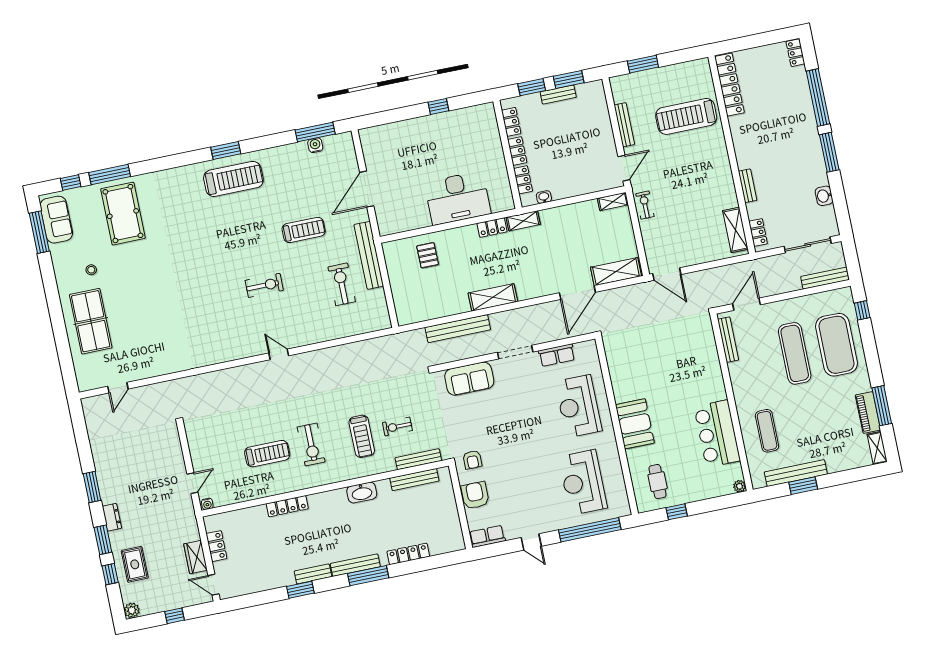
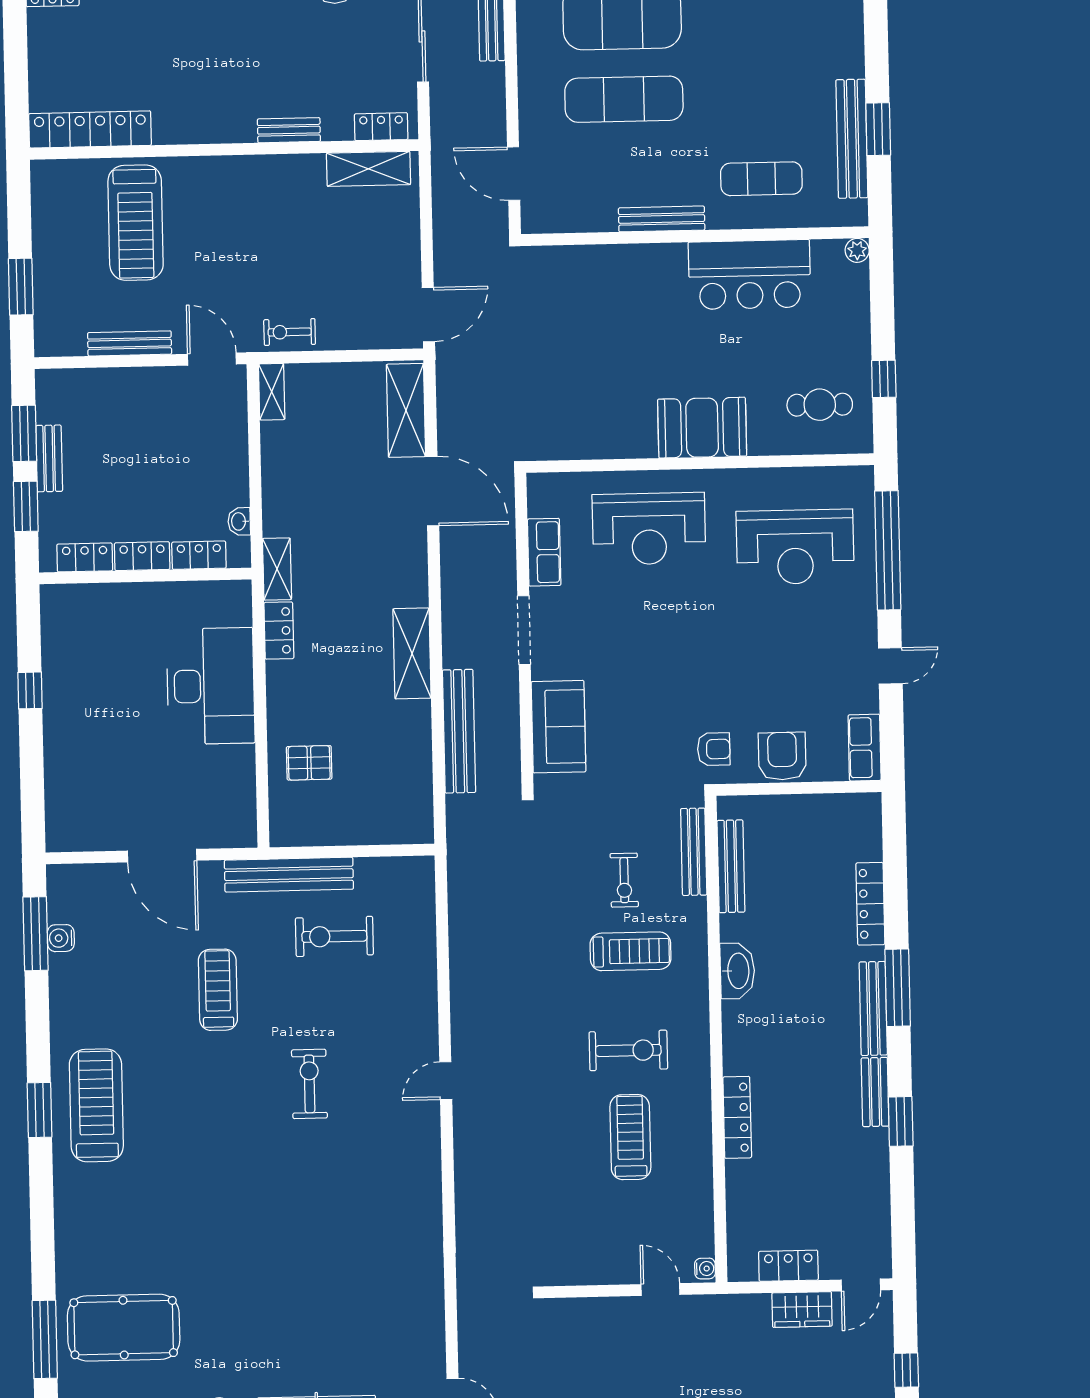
bench: (728, 340) -> (662, 219), moved
armchair: (475, 495) -> (782, 756), turned 90

